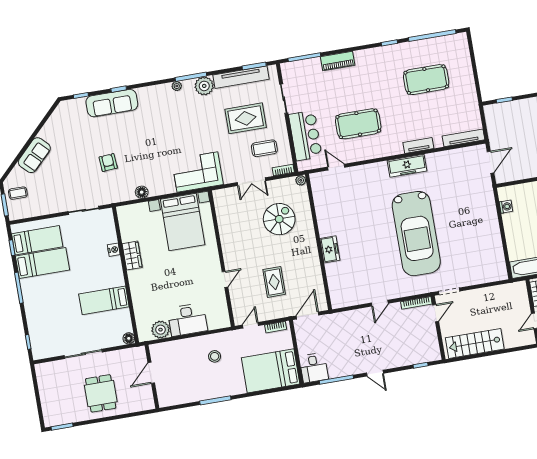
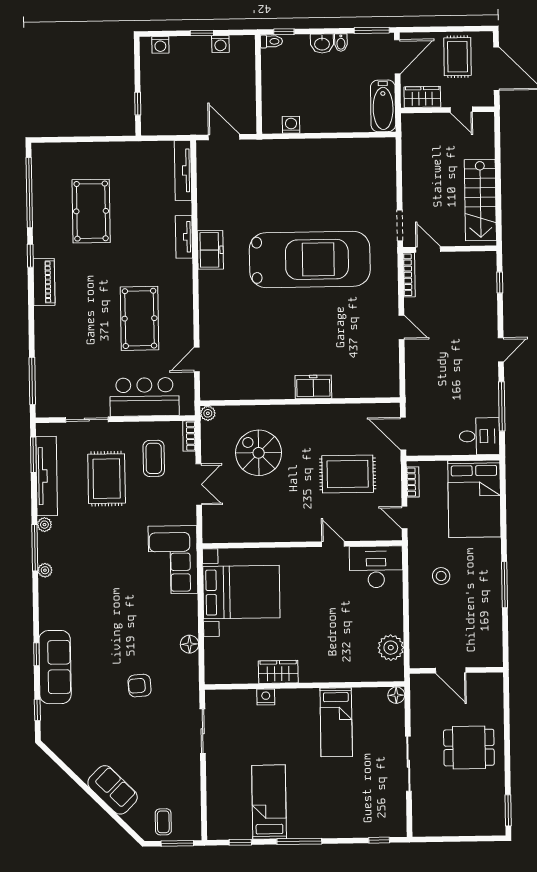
piano: (338, 61) -> (44, 282), moved
plant: (204, 86) -> (44, 525), width x0.53, depth x0.53
freezer: (407, 166) -> (210, 250), width x0.71
bed: (37, 240) -> (235, 805), removed
rug: (274, 282) -> (348, 474), width x1.36, depth x1.43
desk: (187, 320) -> (376, 567), moved, turned -90

